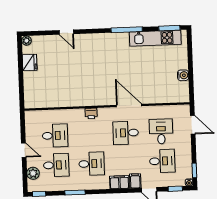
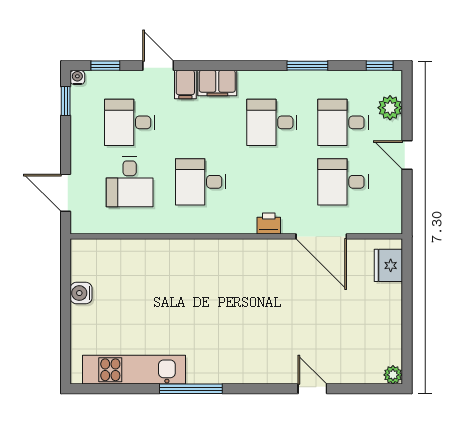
window: (169, 28) -> (105, 389), removed
fridge: (30, 62) -> (388, 265), moved
door: (129, 106) -> (321, 236), moved
desk: (126, 133) -> (201, 182), turned 180

